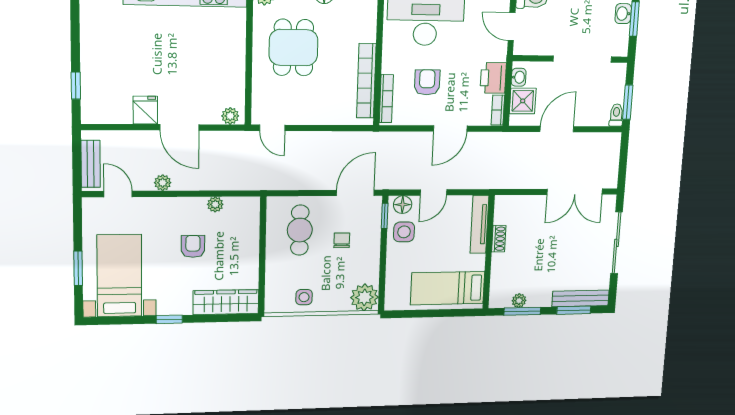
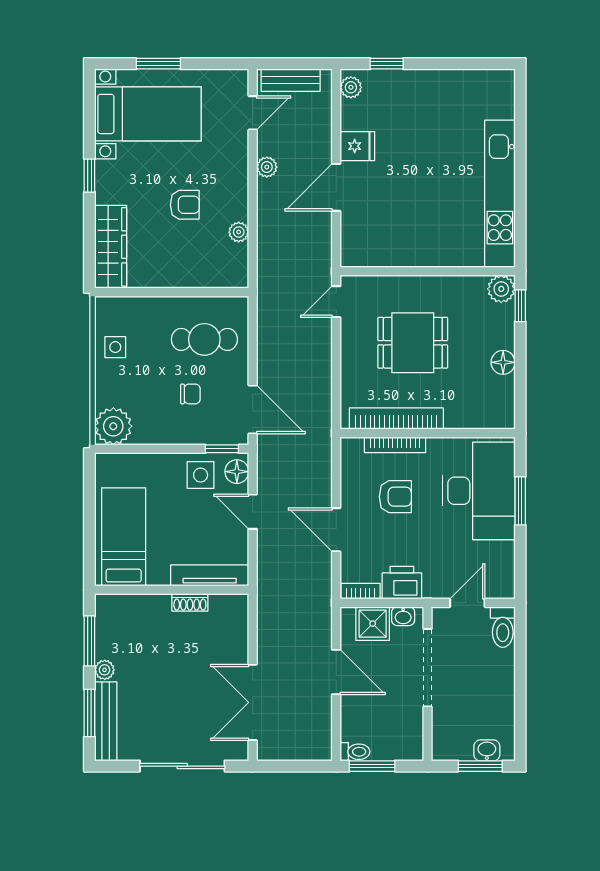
dining table: (293, 48) -> (413, 343), moved
doorway: (582, 59) -> (428, 668), moved
bookcase: (386, 99) -> (395, 445), moved
plant: (230, 116) -> (351, 87), moved
plant: (519, 301) -> (105, 670), moved

